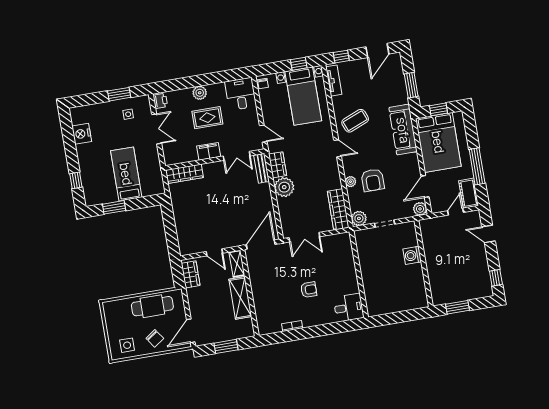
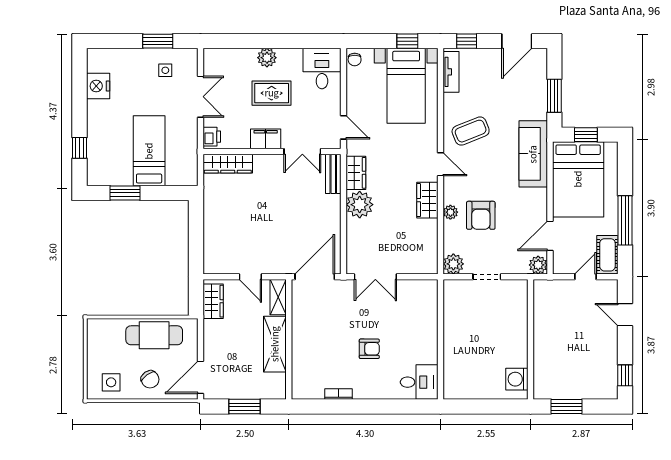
printer: (160, 101) -> (212, 137), moved
wardrobe: (338, 209) -> (427, 200), moved, width x0.67
washing machine: (412, 255) -> (517, 379), moved

